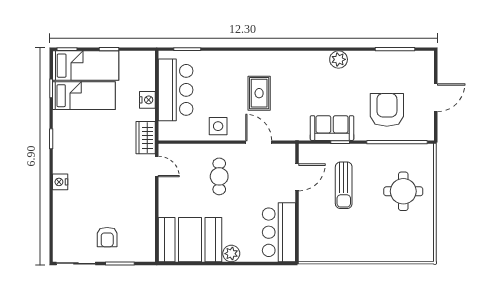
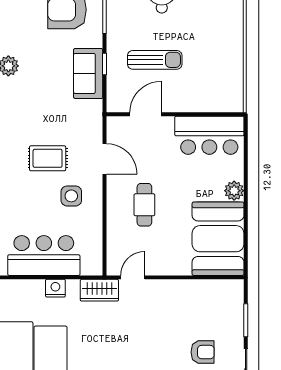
side table: (218, 126) -> (71, 196), moved
door: (259, 142) -> (105, 159), swing flipped
cafe table: (219, 176) -> (144, 205), turned 90
door: (297, 177) -> (146, 114), hinge flipped
armchair: (107, 237) -> (203, 352), moved

